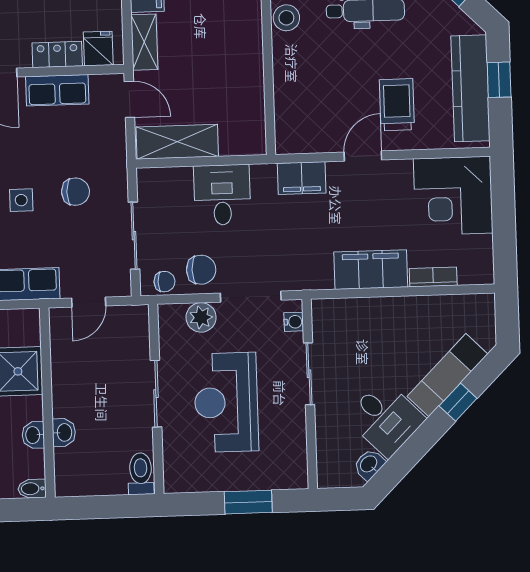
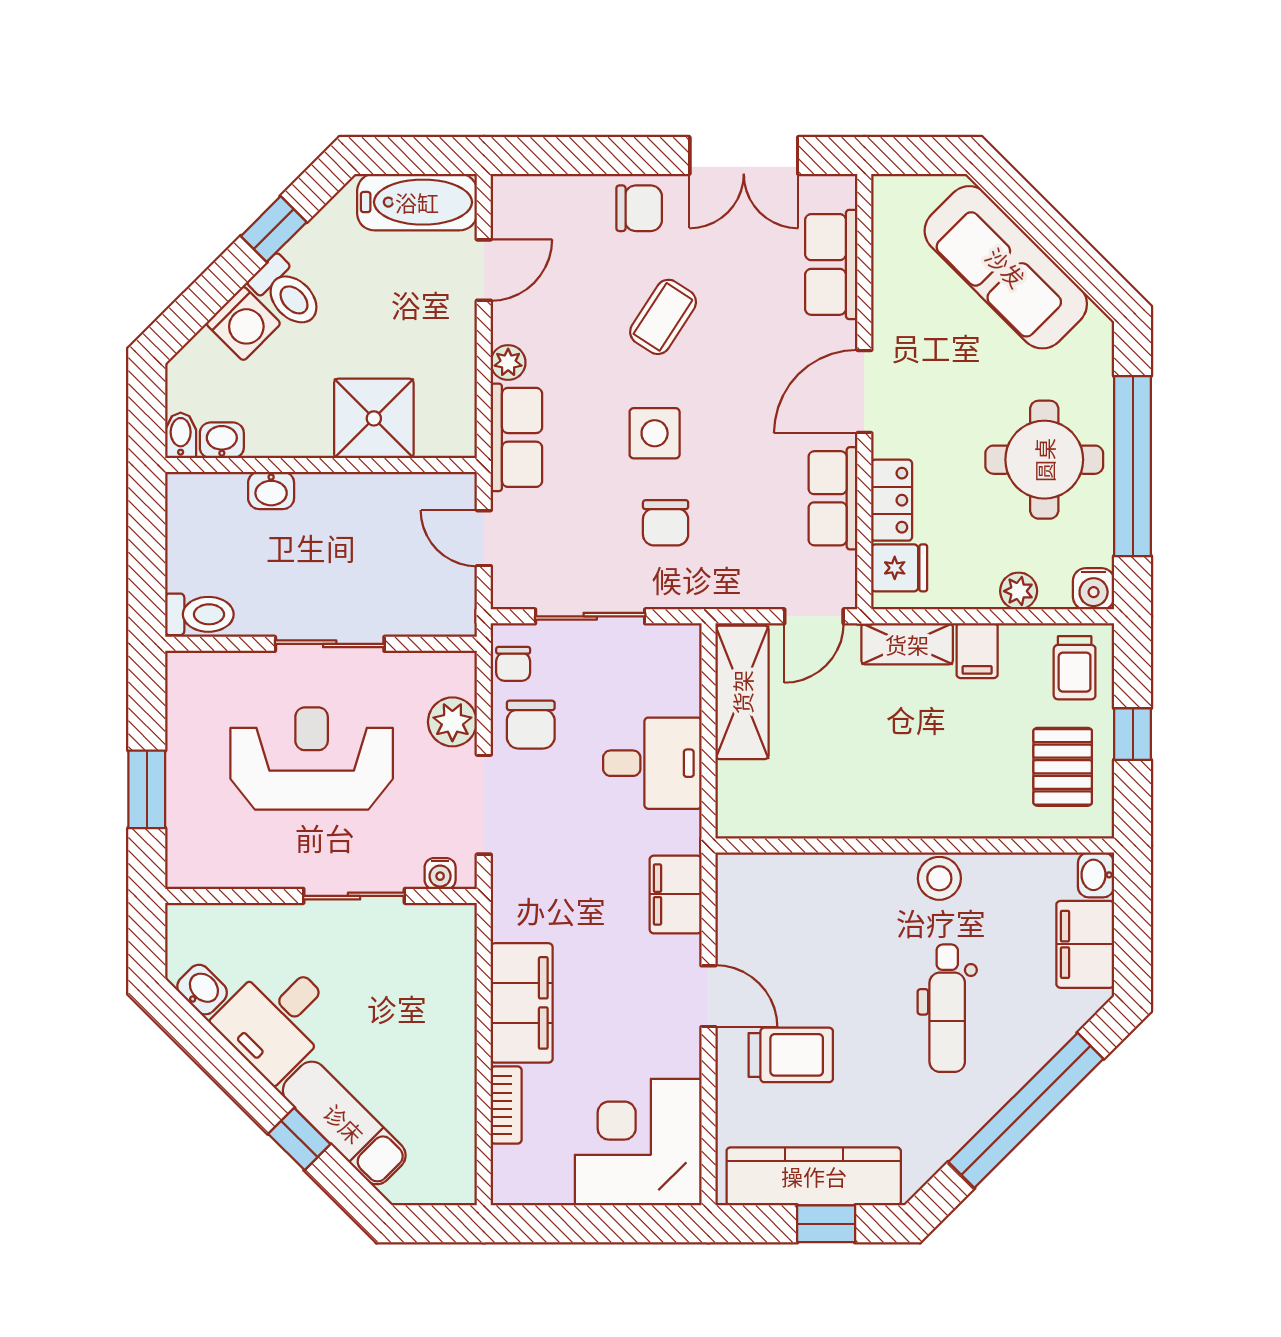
side table: (21, 200) -> (655, 433), width x1.37, depth x1.37
washbasin: (33, 435) -> (222, 440), moved

